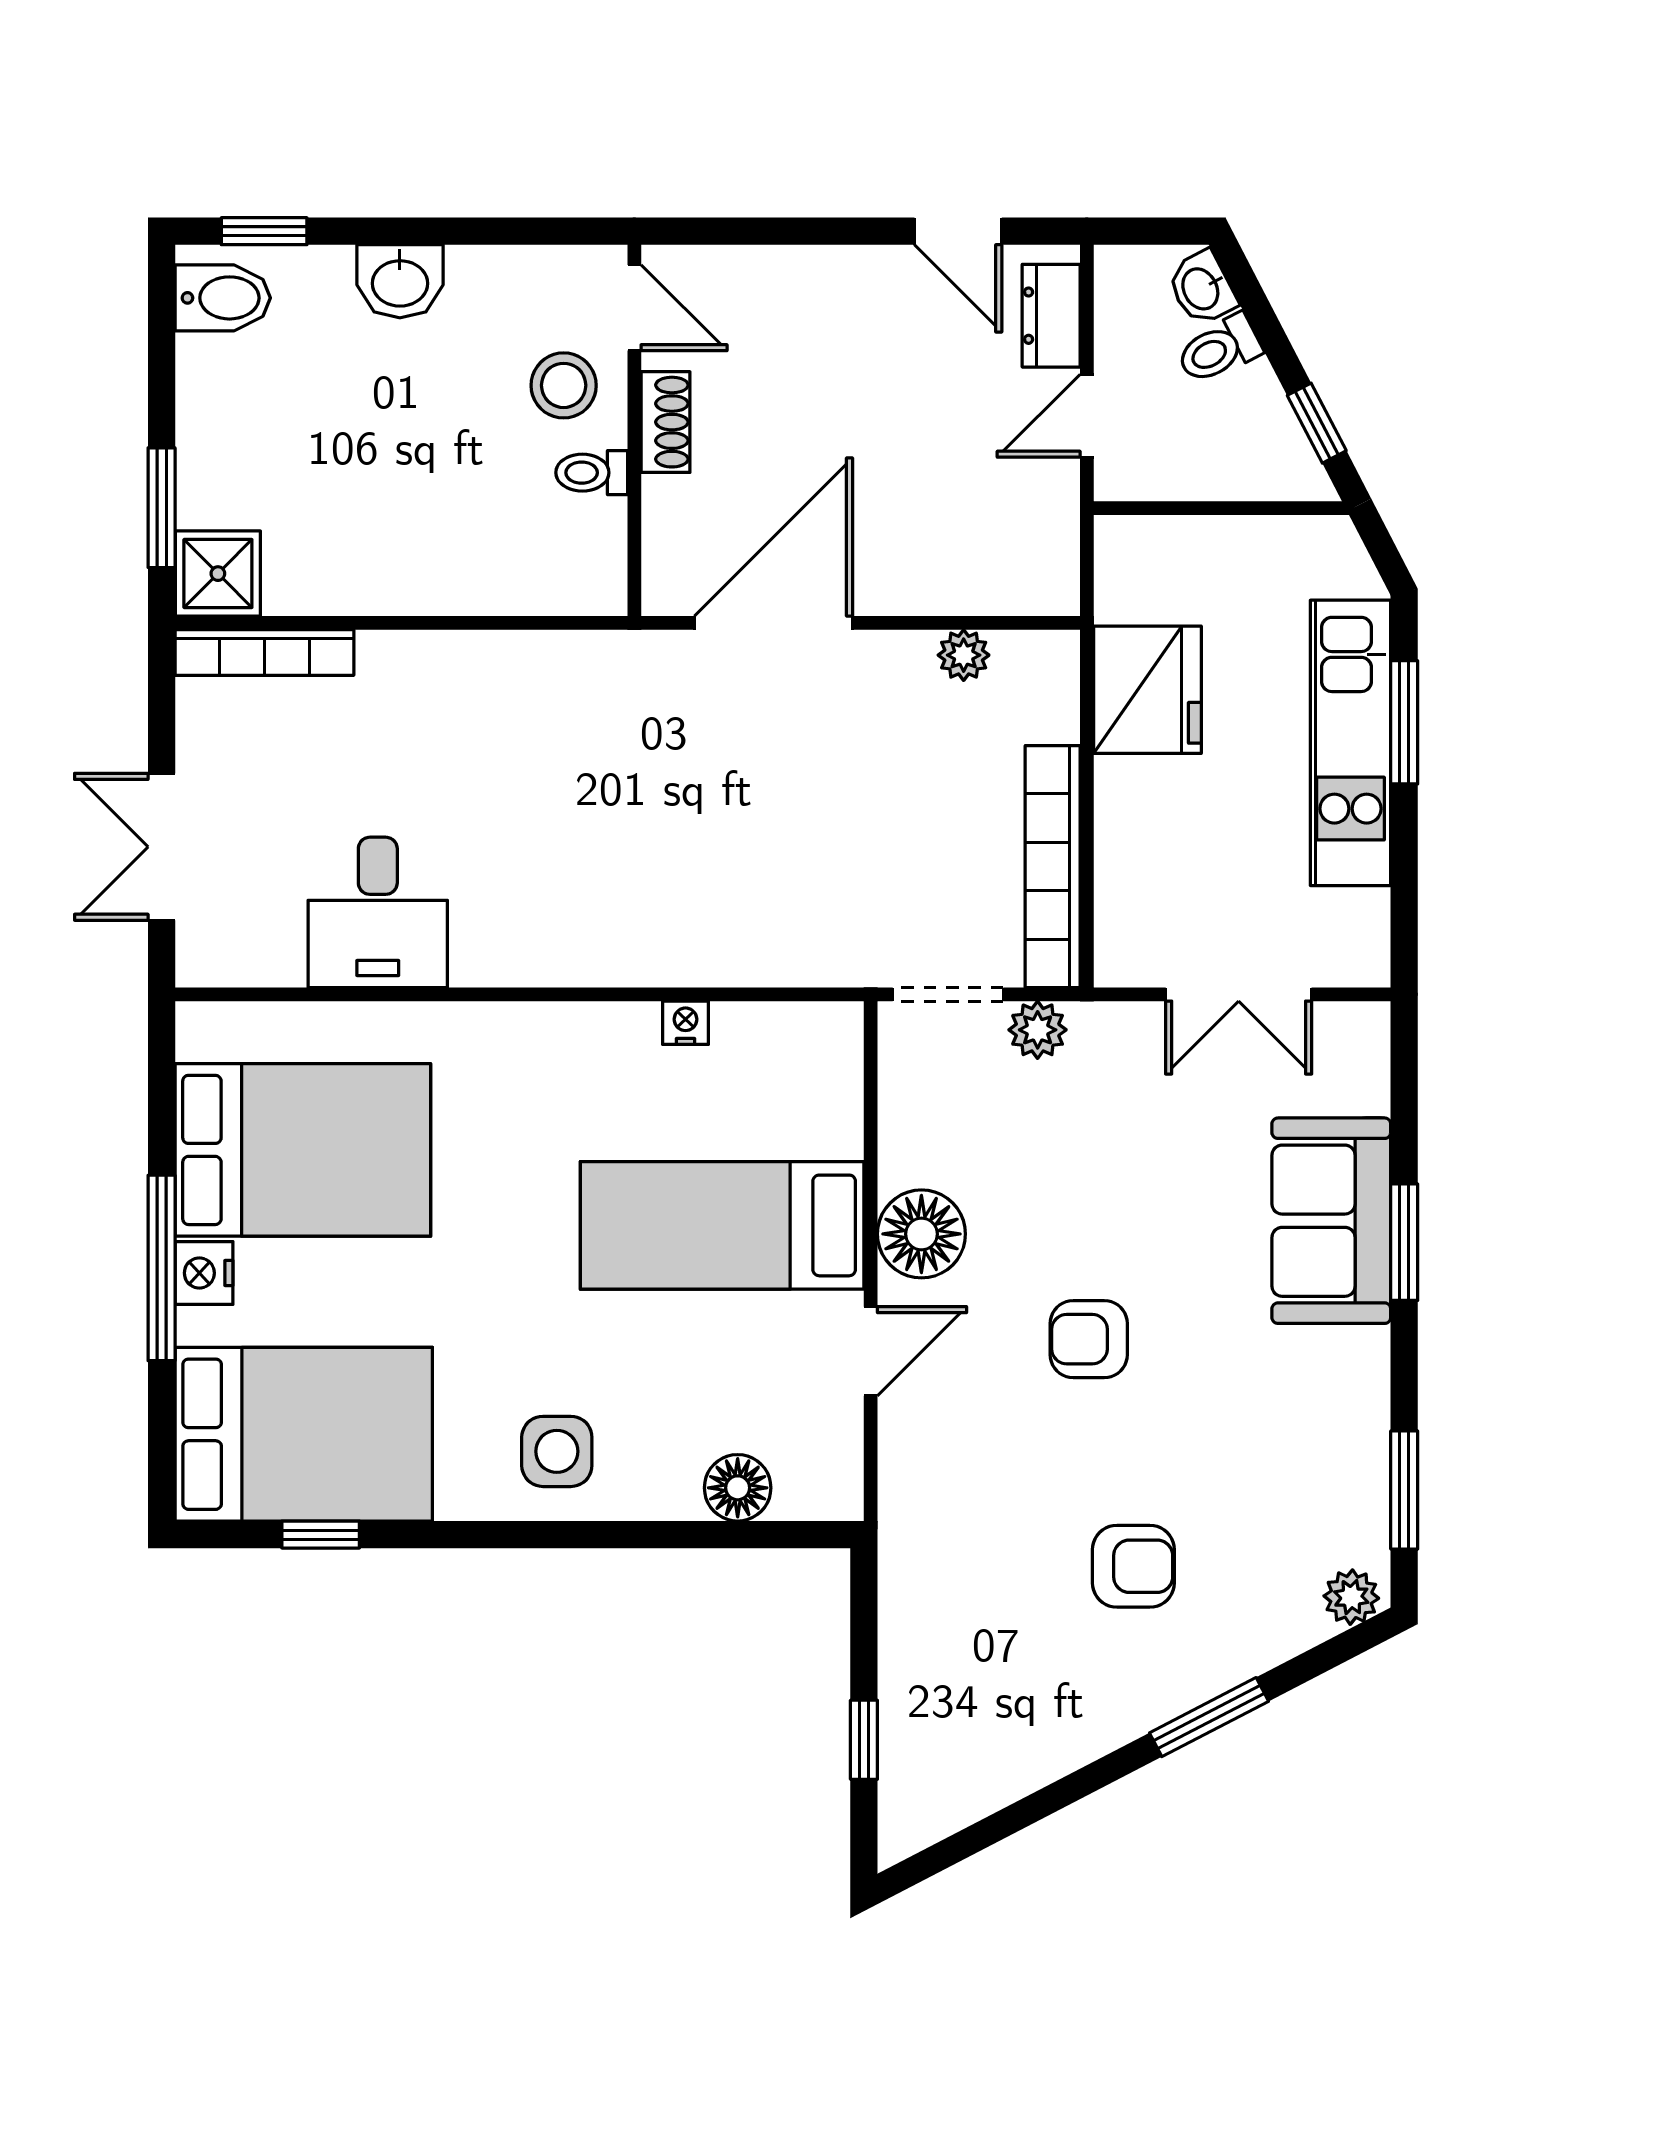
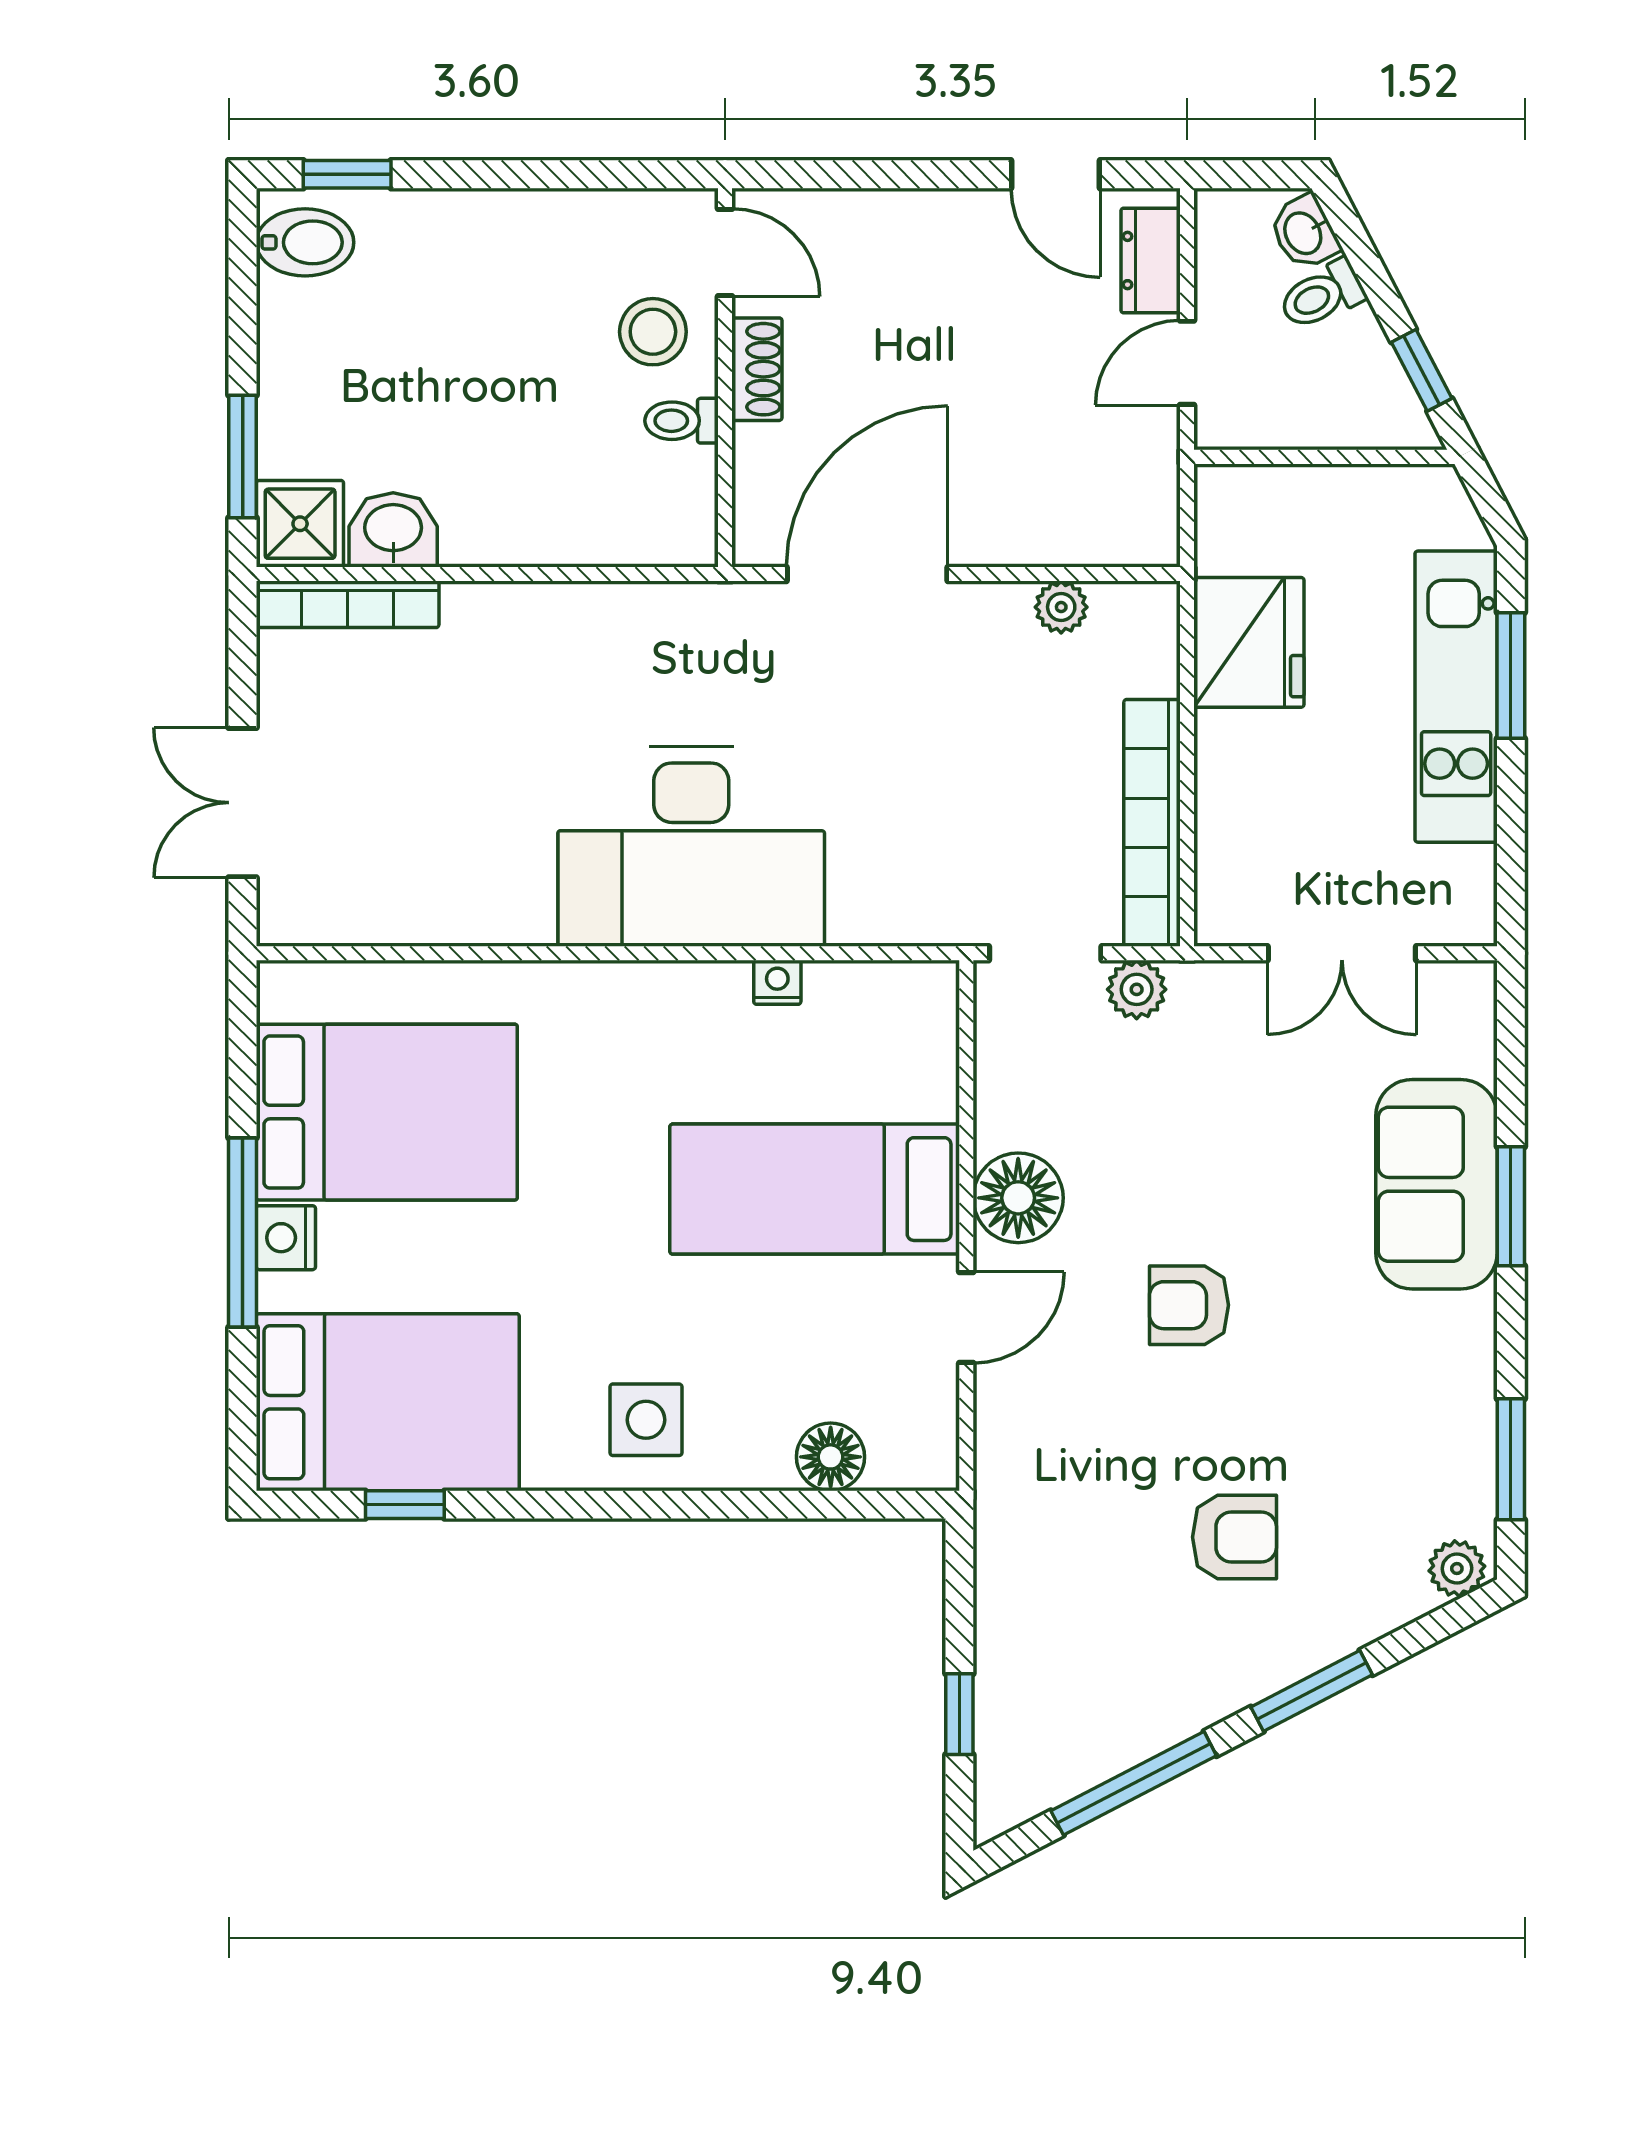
washbasin: (400, 281) -> (393, 530), moved, turned 180
desk: (378, 912) -> (691, 847), moved, width x1.87, depth x1.30
window: (1035, 1807) -> (1134, 1783), added

